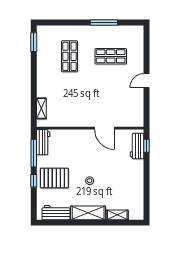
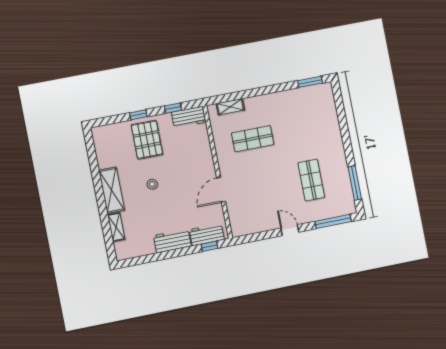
window: (104, 22) -> (355, 183), moved
window: (146, 46) -> (333, 221), added
shop shelf: (70, 56) -> (253, 139), moved
window: (34, 153) -> (173, 108), width x0.46
workbench: (56, 213) -> (172, 241), moved, turned -90

